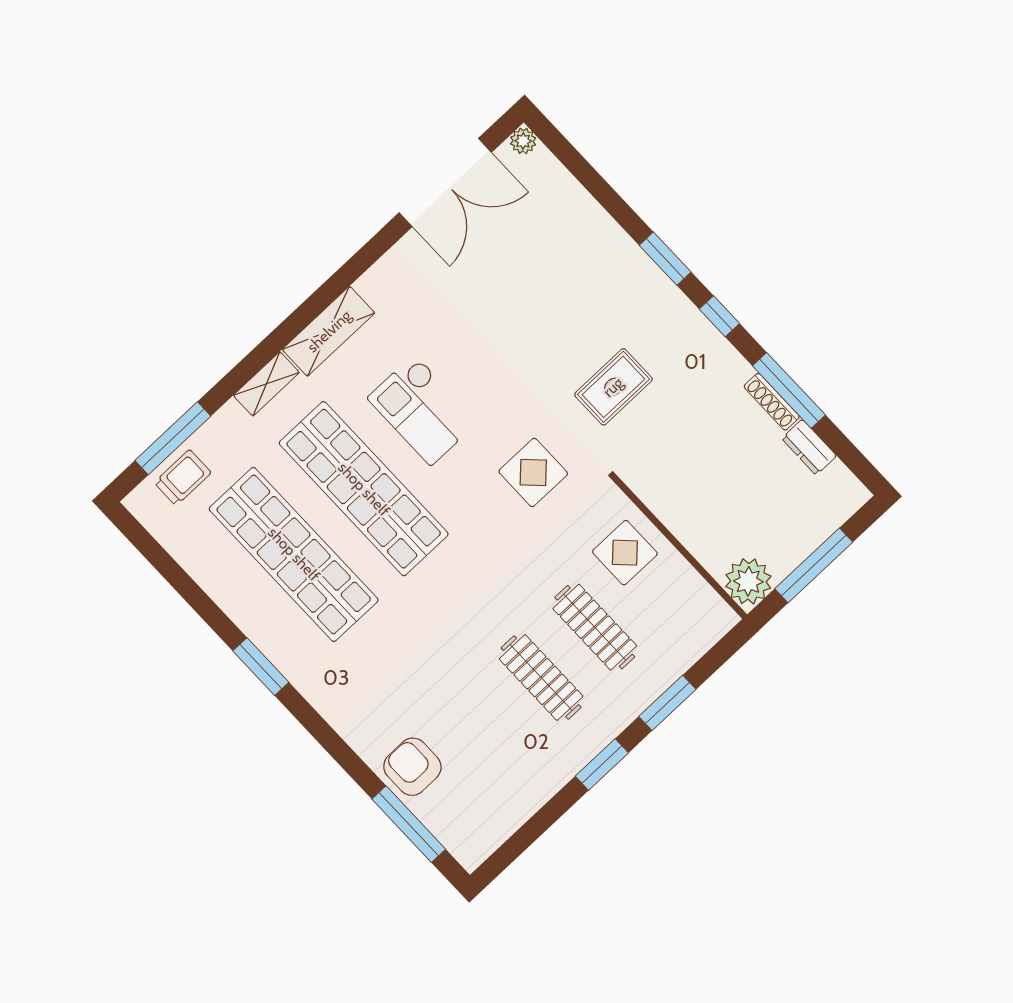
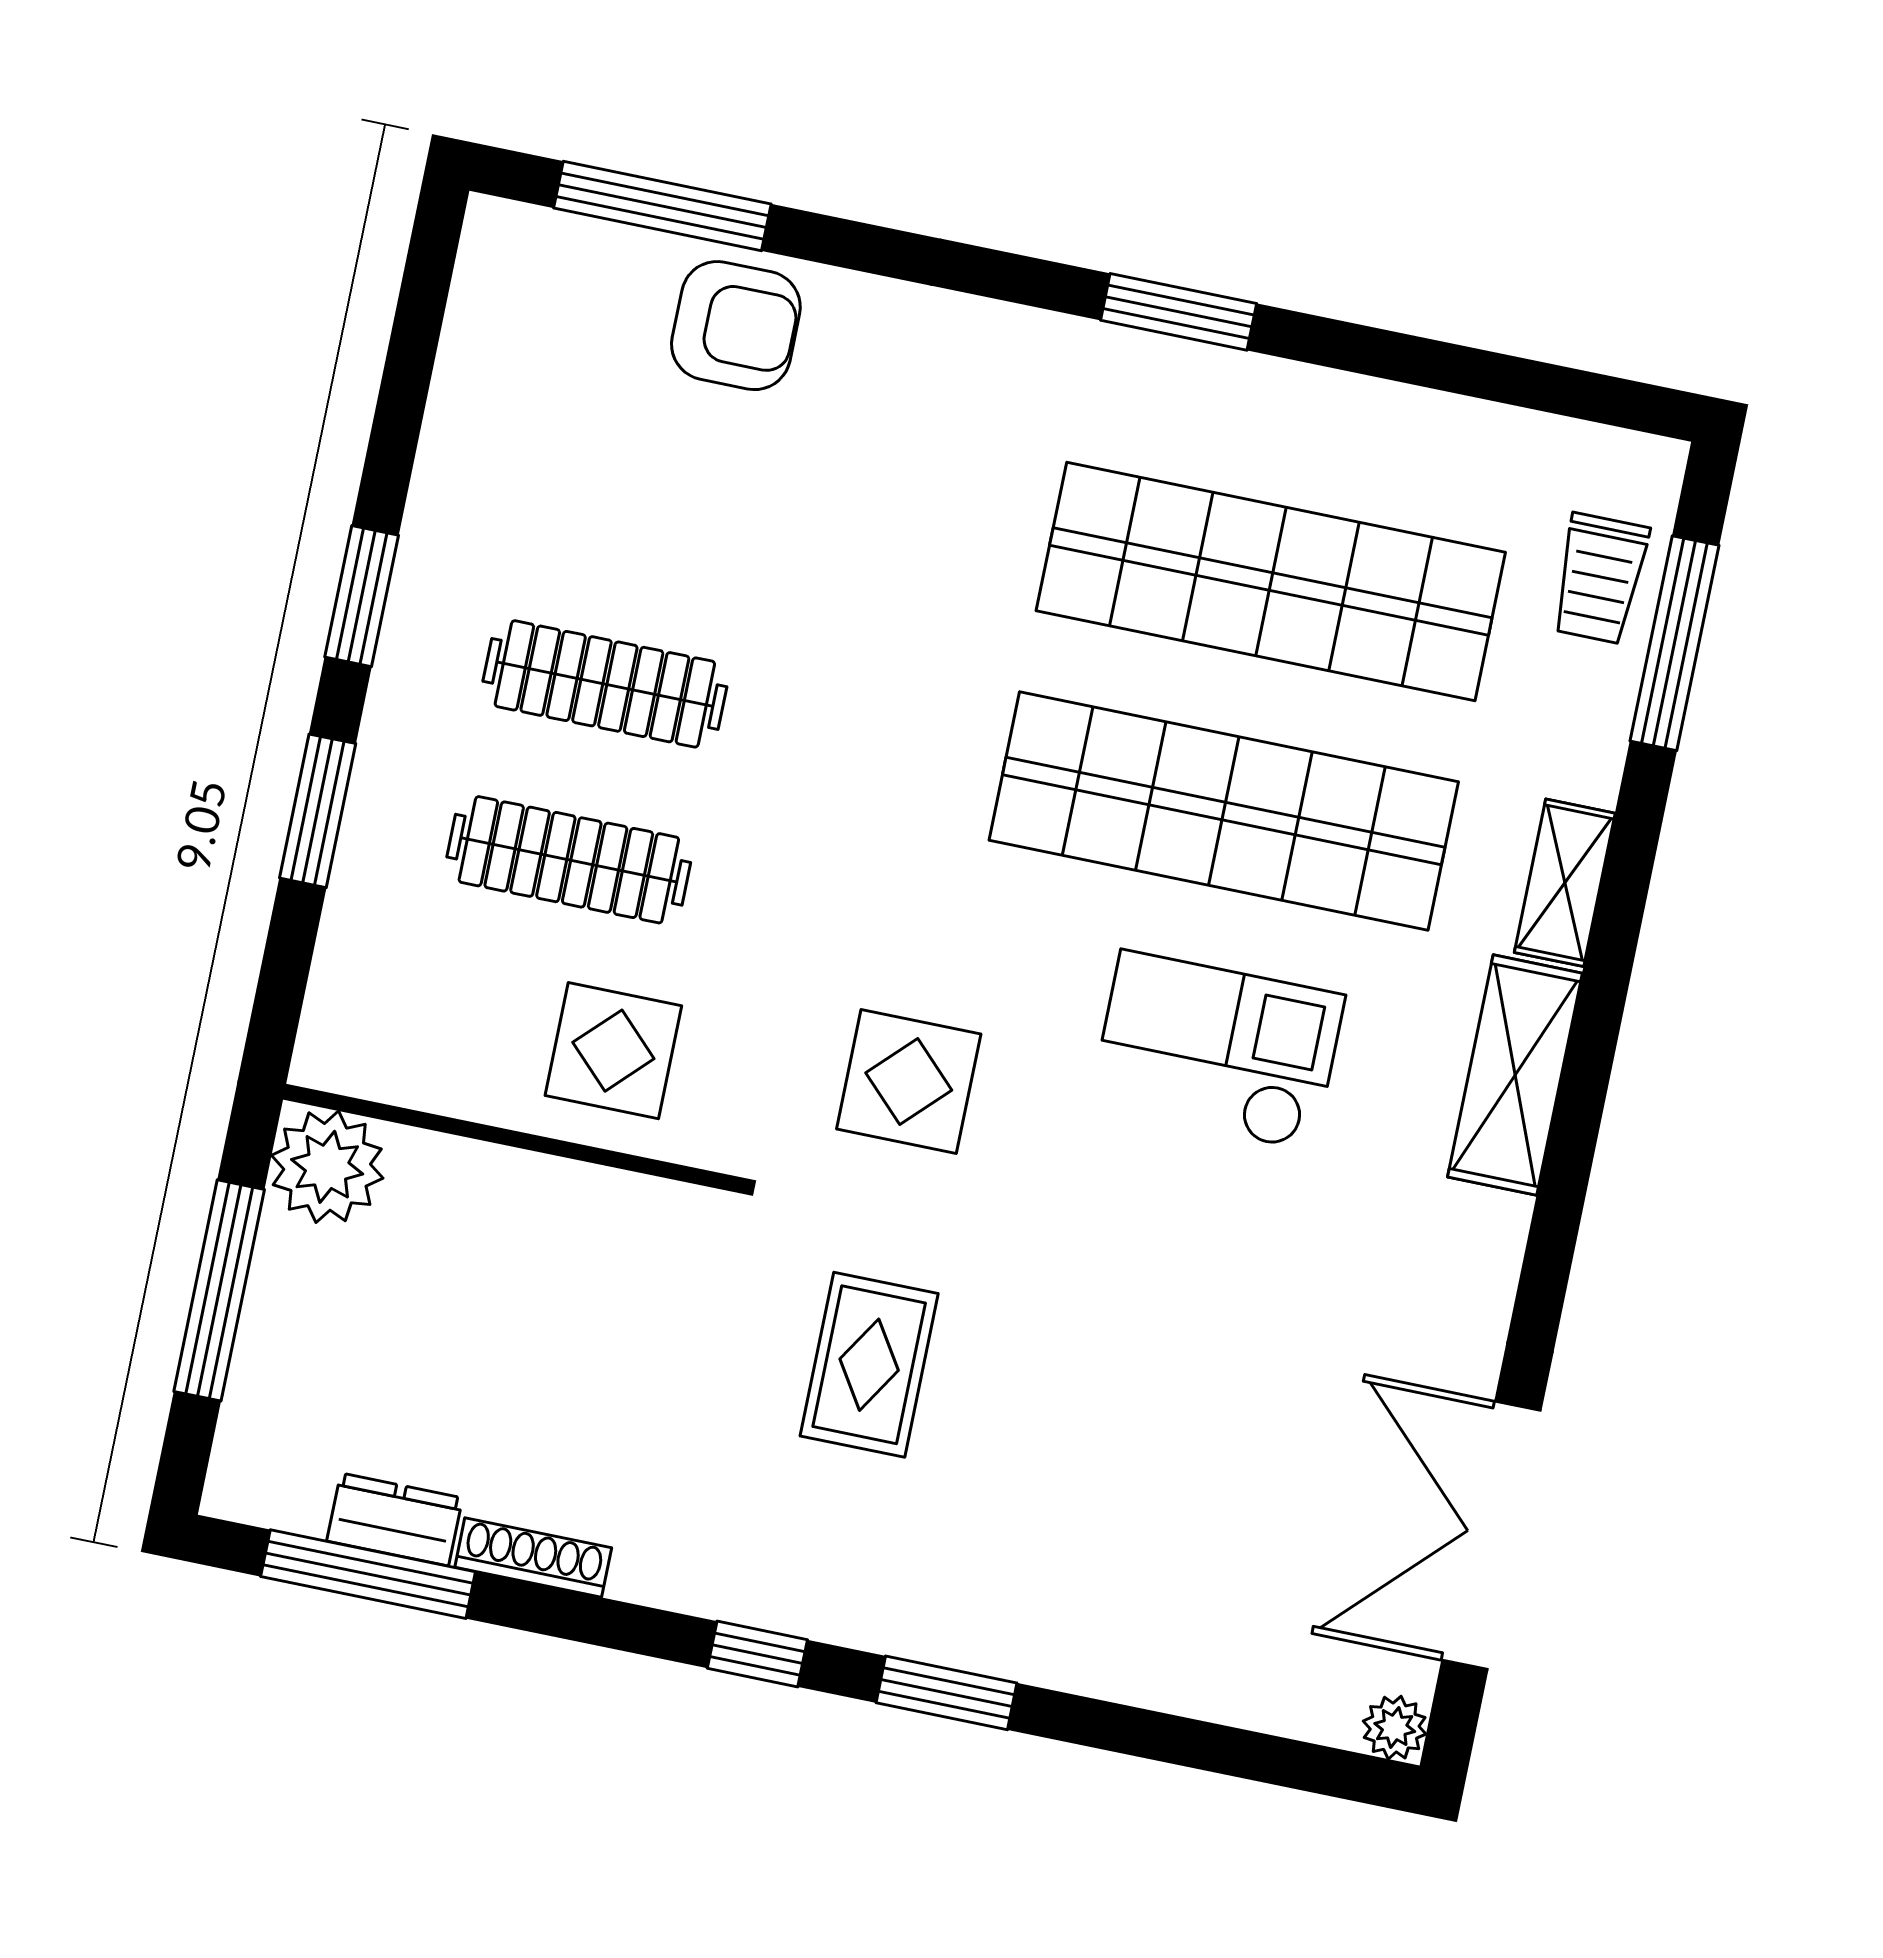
window: (789, 390) -> (368, 1574), moved

